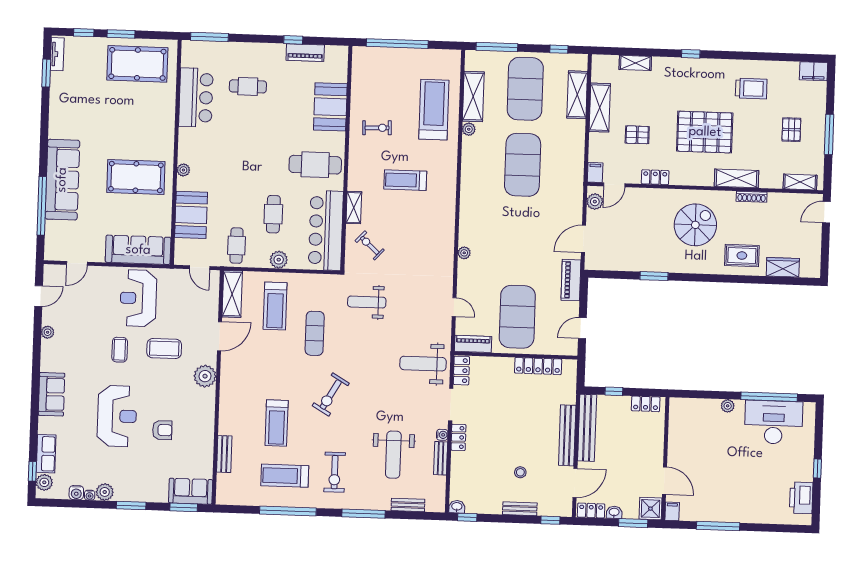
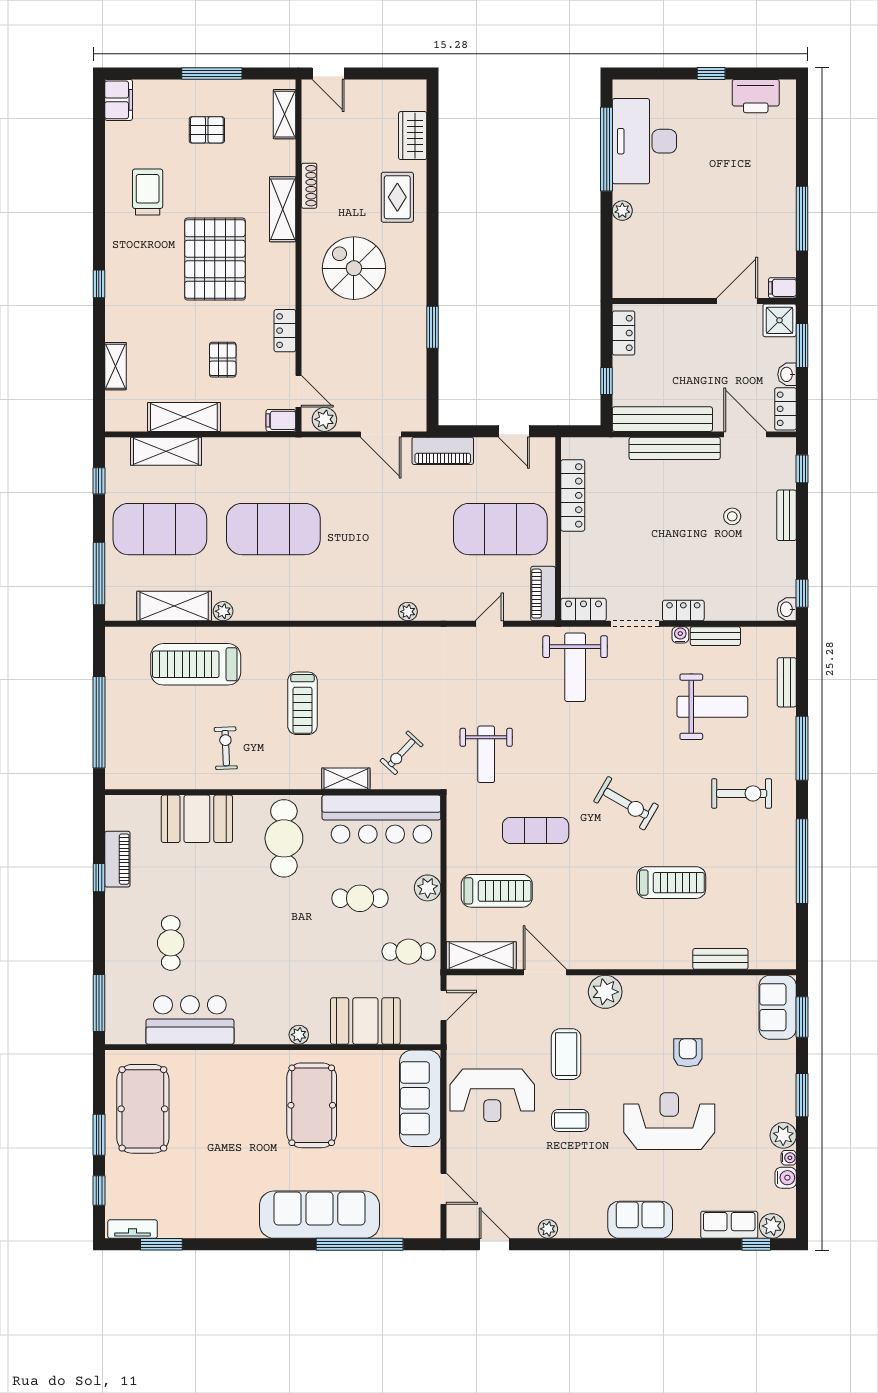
treadmill: (285, 476) -> (750, 868), removed

